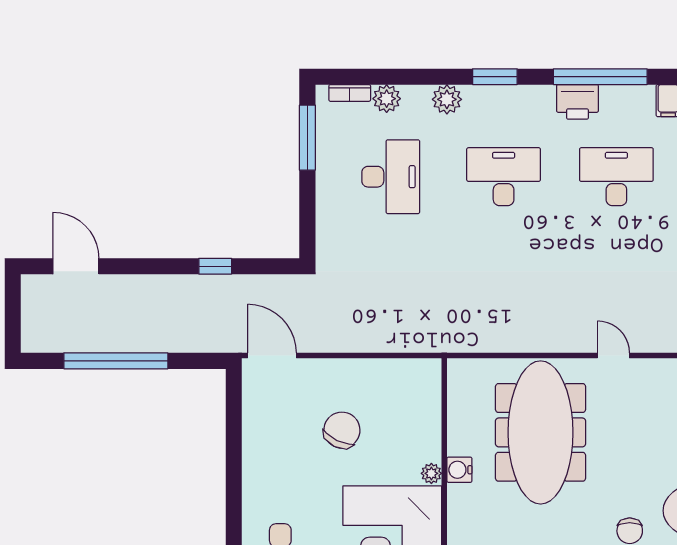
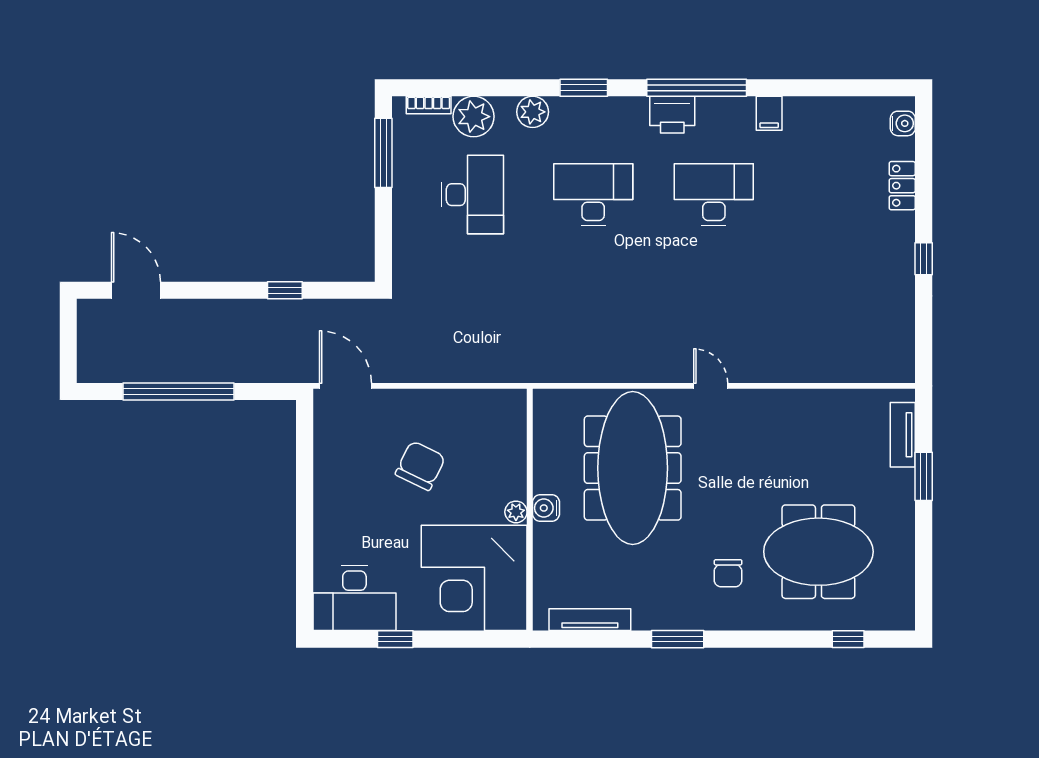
plant: (387, 99) -> (474, 117), width x1.36, depth x1.36

